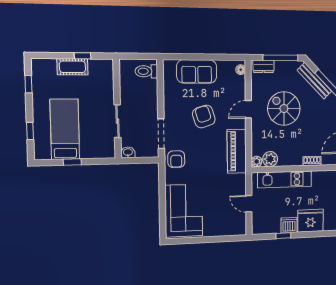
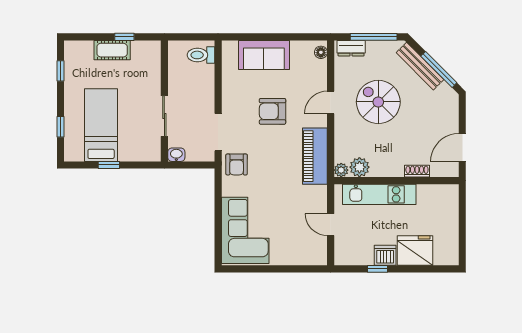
armchair: (204, 117) -> (272, 111), turned -72

